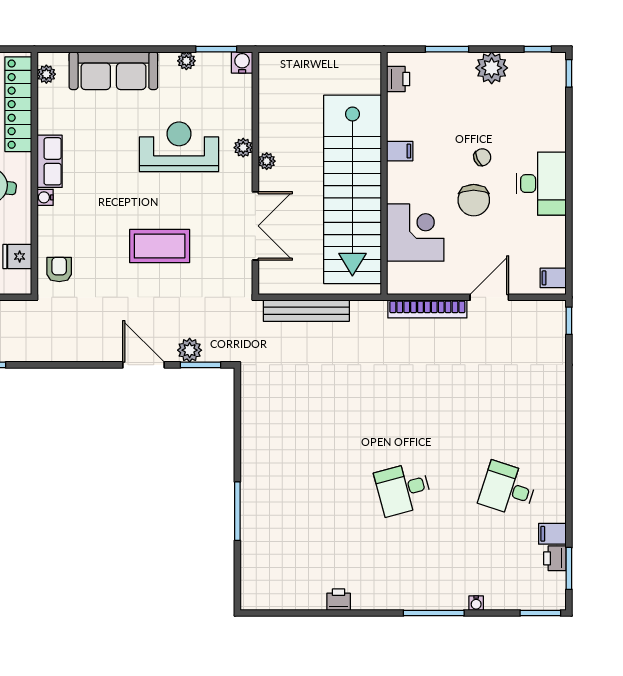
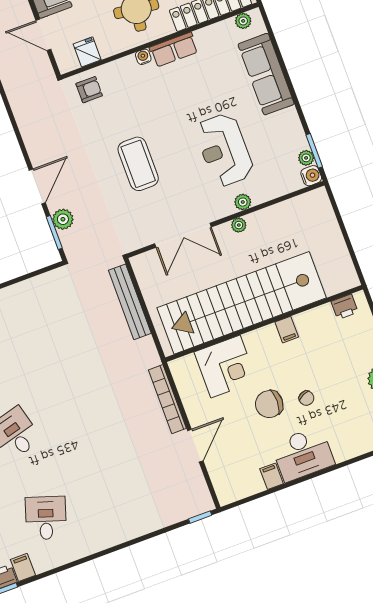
plant: (186, 61) -> (306, 158), moved
reception desk: (179, 147) -> (224, 150), turned 180
filing cabinet: (553, 278) -> (272, 476), moved
door: (489, 297) -> (195, 446), hinge flipped

